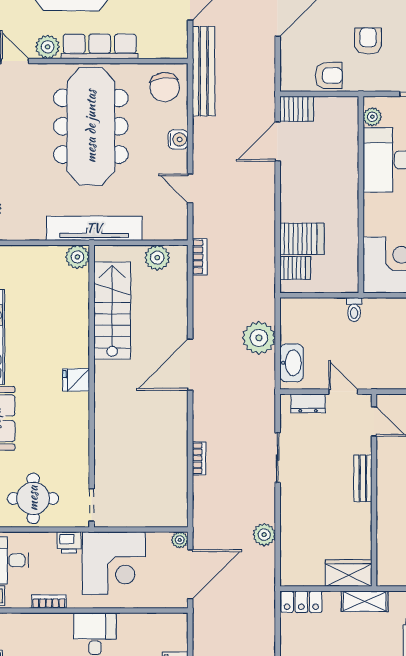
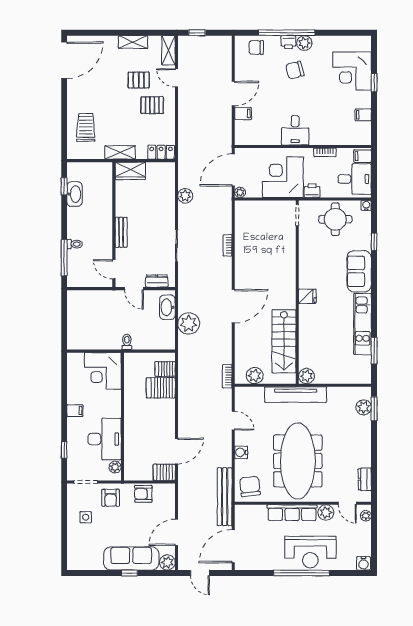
armchair: (368, 41) -> (111, 498), moved

